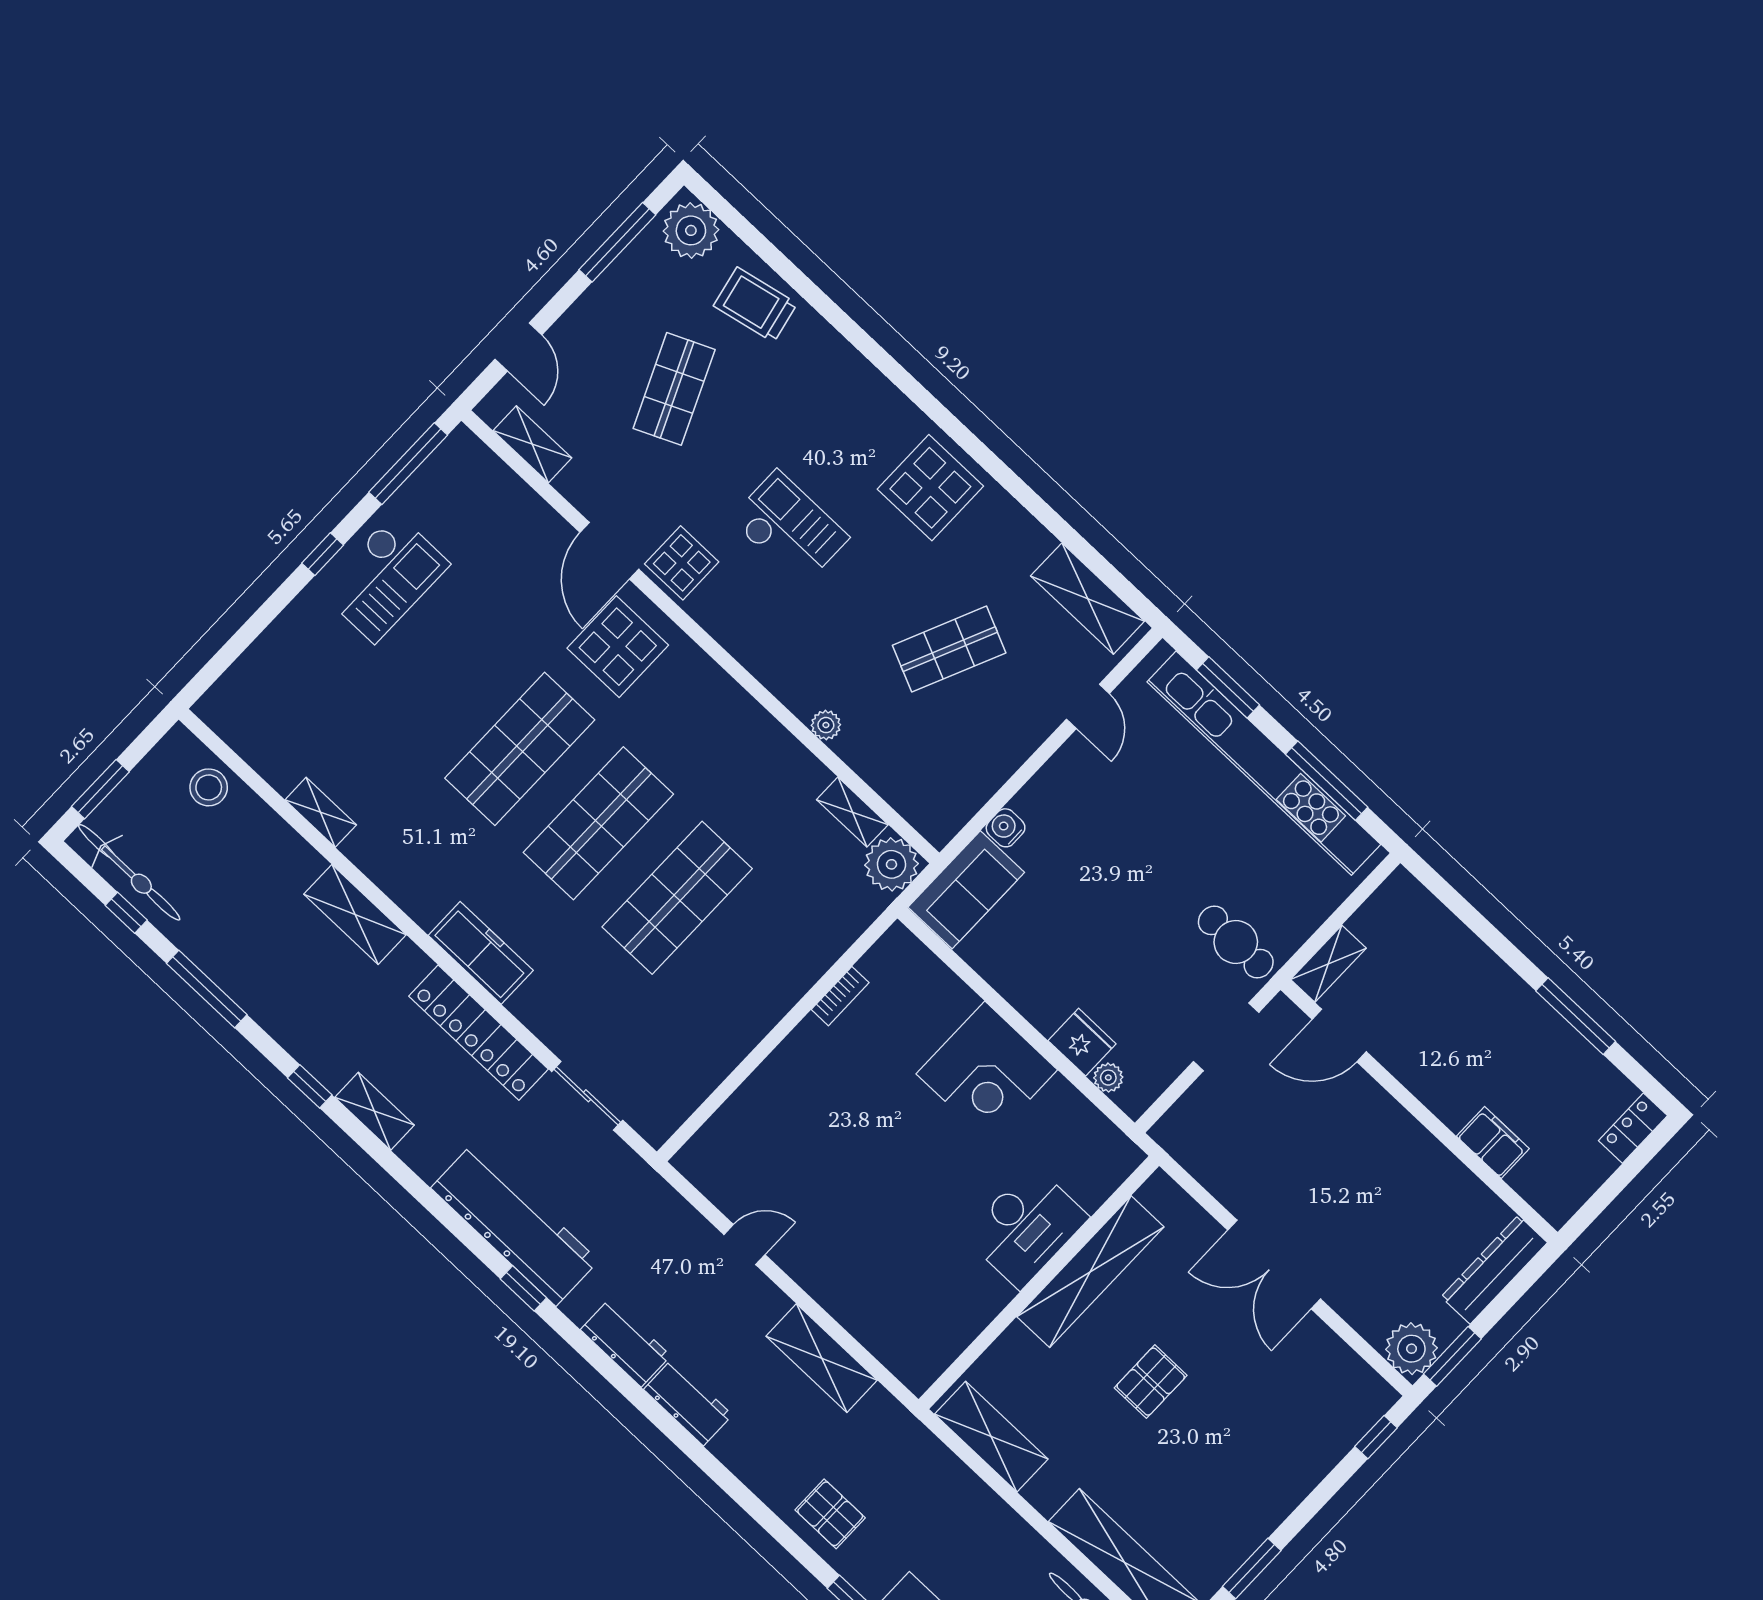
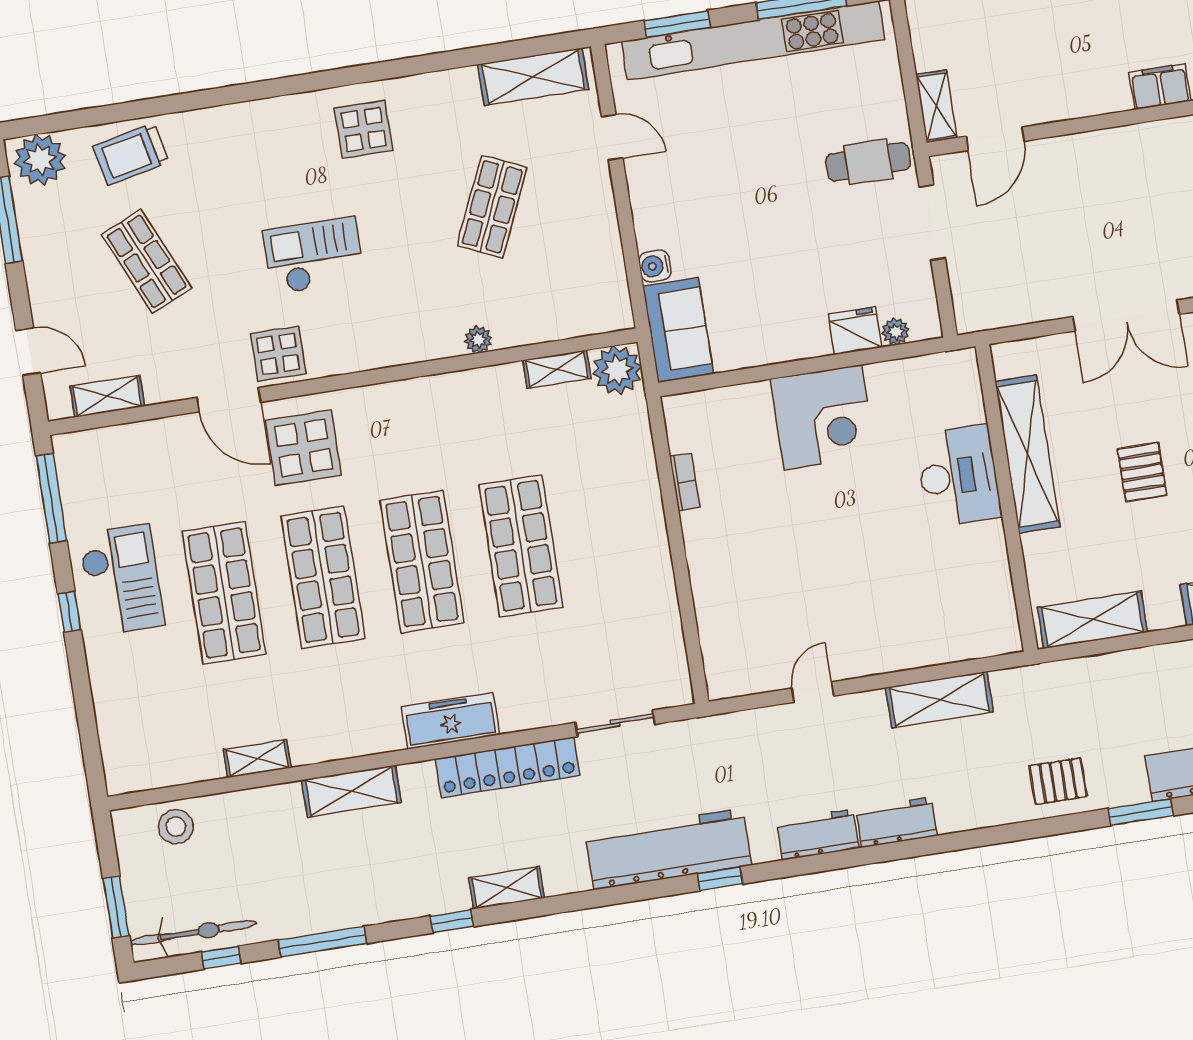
display table: (930, 488) -> (363, 129), width x0.73, depth x0.73
shop shelf: (441, 674) -> (224, 593), added

